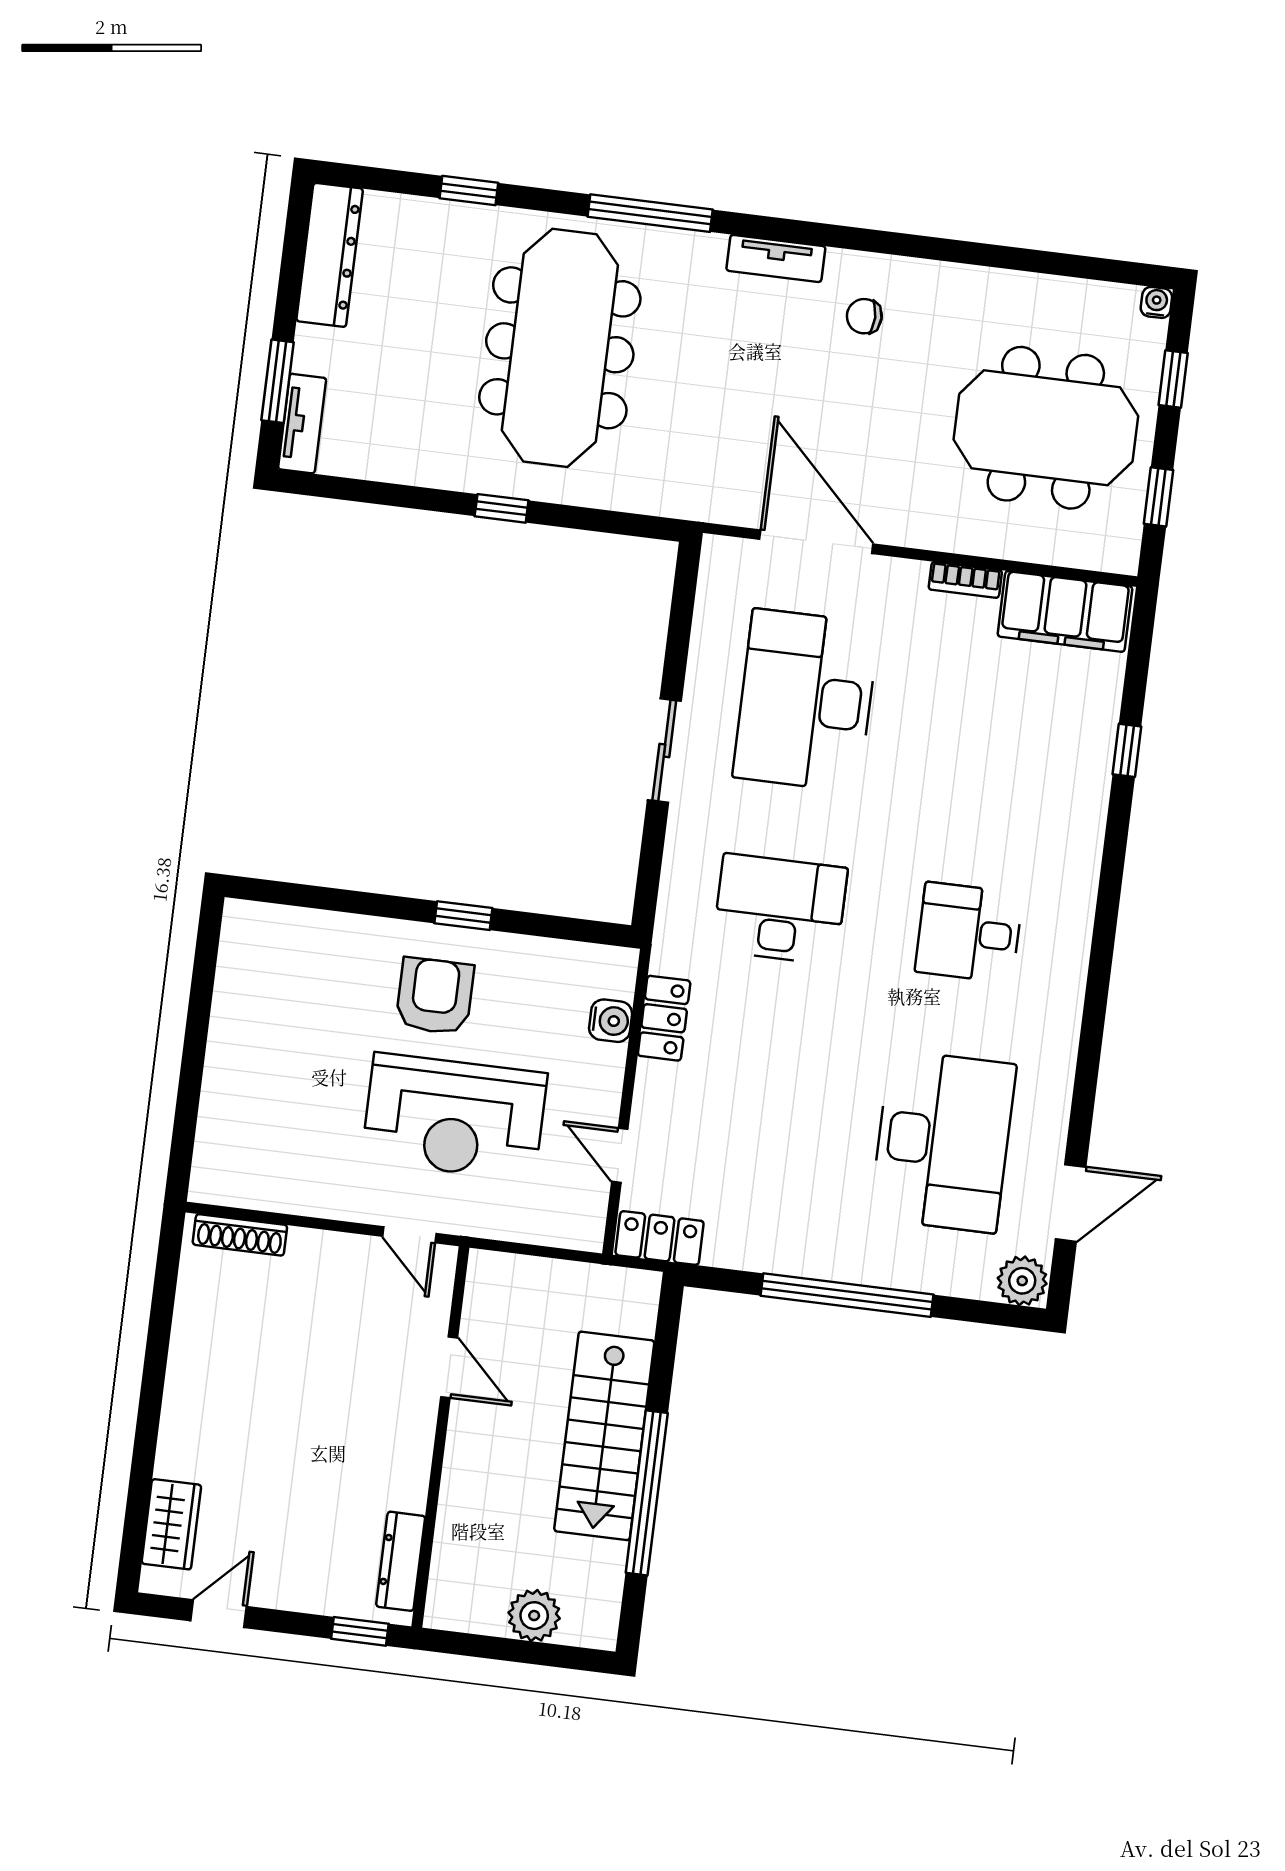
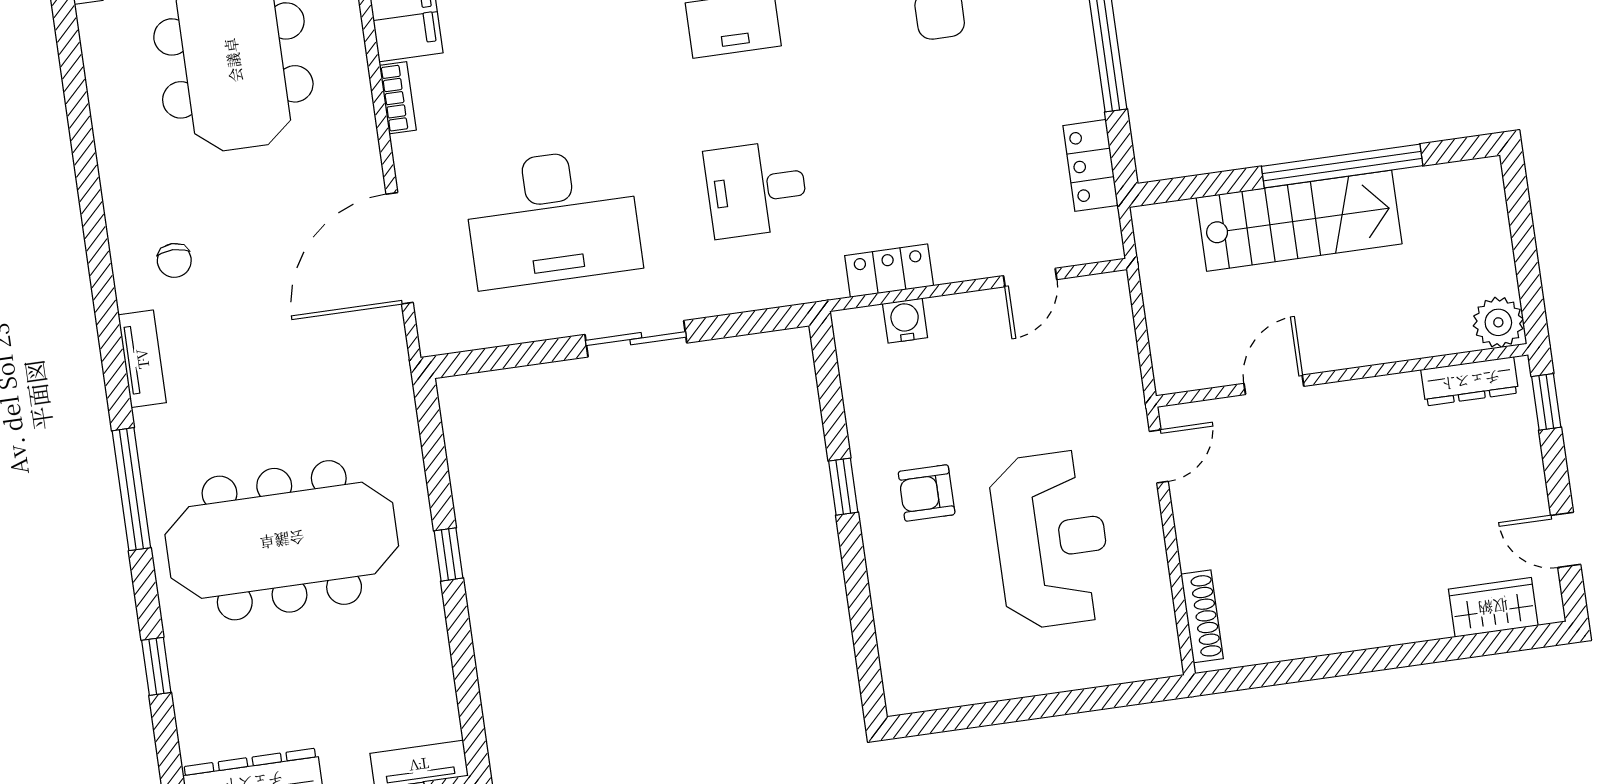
desk: (780, 909) -> (756, 189), width x0.73
armchair: (435, 996) -> (927, 493), width x0.72, depth x0.72
reception desk: (454, 1117) -> (1051, 540), moved
locker: (660, 1238) -> (1091, 165), moved
plant: (534, 1616) -> (1498, 322), moved

